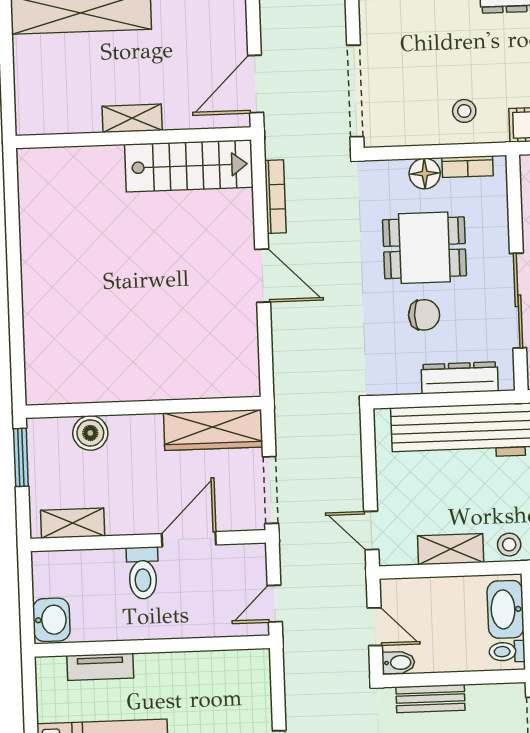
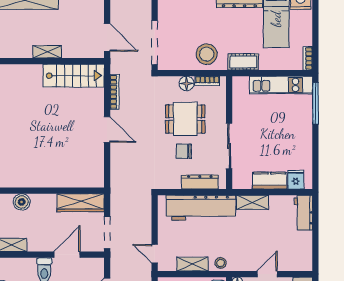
door: (256, 84) -> (107, 38), swing flipped
stool: (464, 111) -> (207, 54), width x1.89, depth x1.89
chair: (424, 315) -> (184, 151), turned 180

